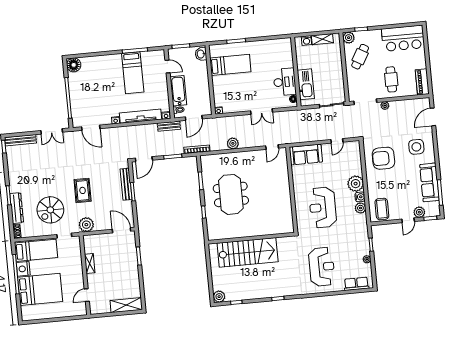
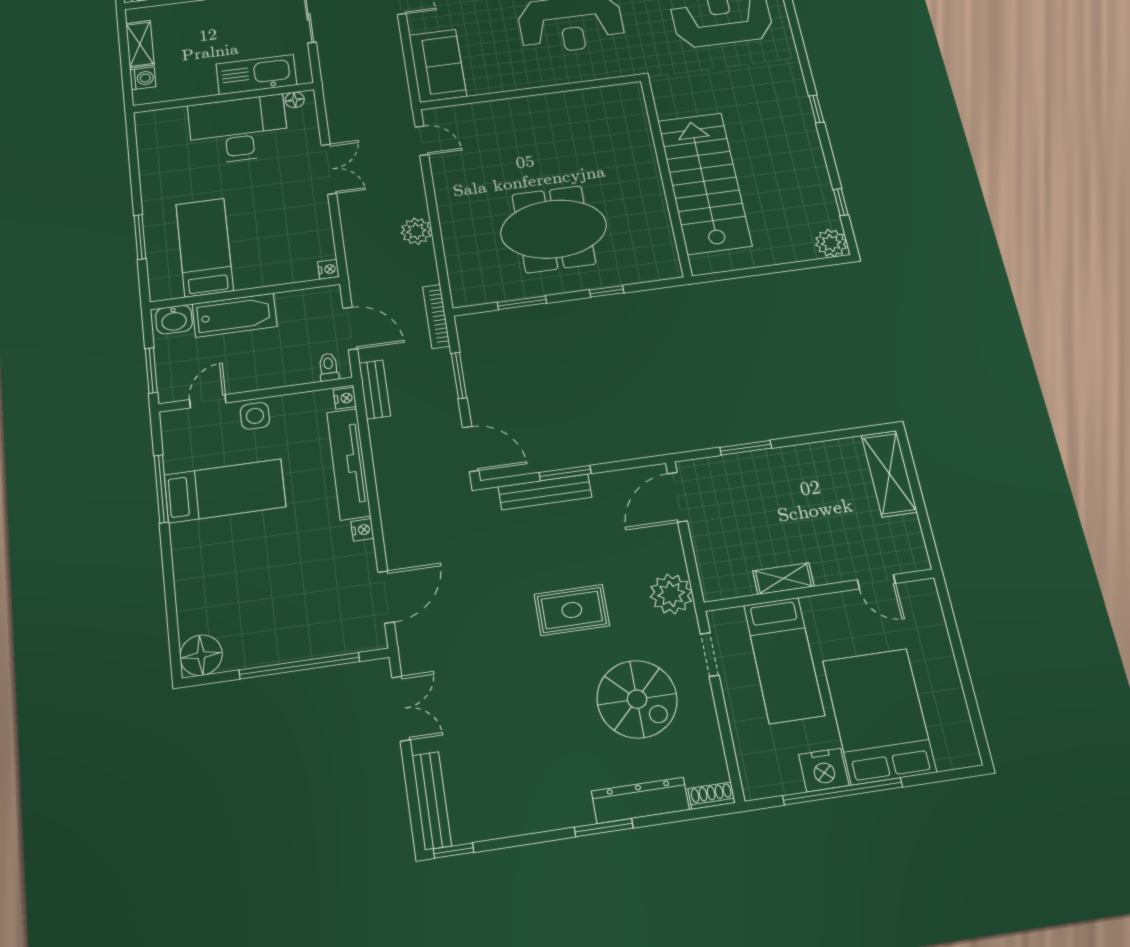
desk: (285, 82) -> (238, 130), width x1.36, depth x1.30
side table: (161, 83) -> (255, 416), added
bathtub: (178, 91) -> (235, 315), moved, turned 180
bed: (36, 250) -> (784, 660), moved, turned 180

